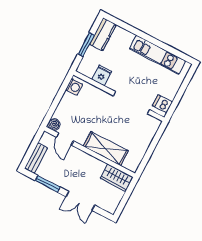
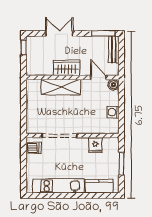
kitchen counter: (103, 34) -> (99, 186), moved, turned 90
washing machine: (74, 87) -> (113, 112), moved
wardrobe: (117, 178) -> (67, 68), moved
window: (48, 184) -> (103, 34), moved
window: (121, 205) -> (24, 47), added

